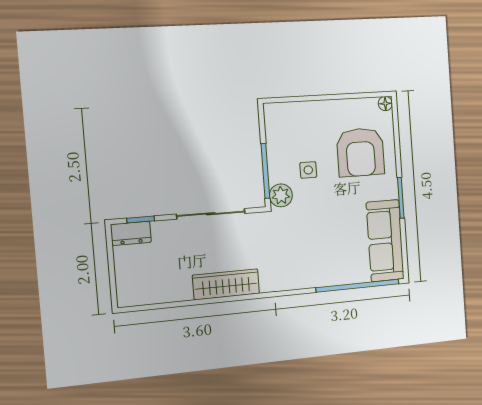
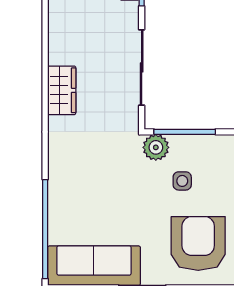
armchair: (361, 152) -> (198, 243), turned 90
wardrobe: (226, 284) -> (62, 90), width x0.67

